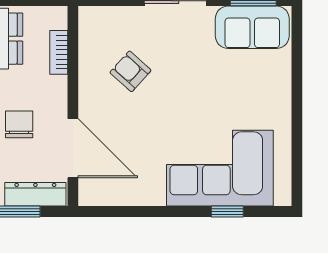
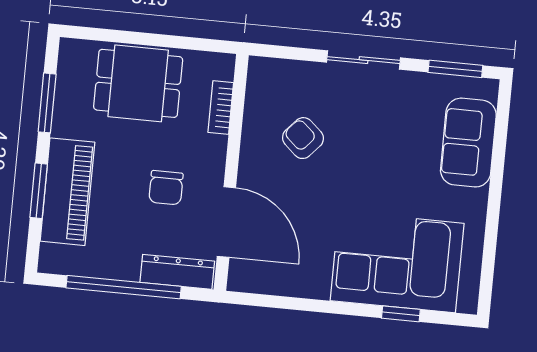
sofa: (252, 27) -> (468, 143), moved, turned 90
chair: (19, 124) -> (166, 188), turned 180

